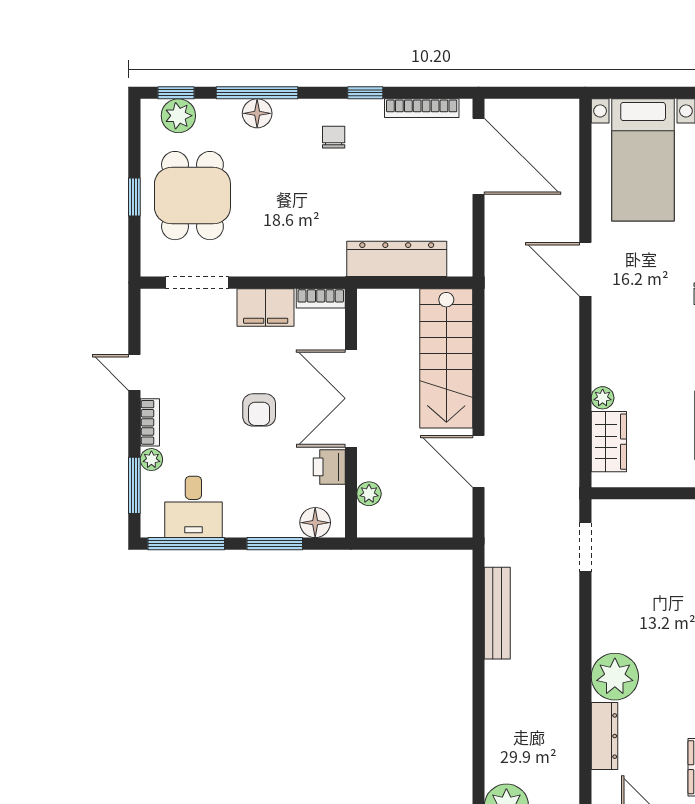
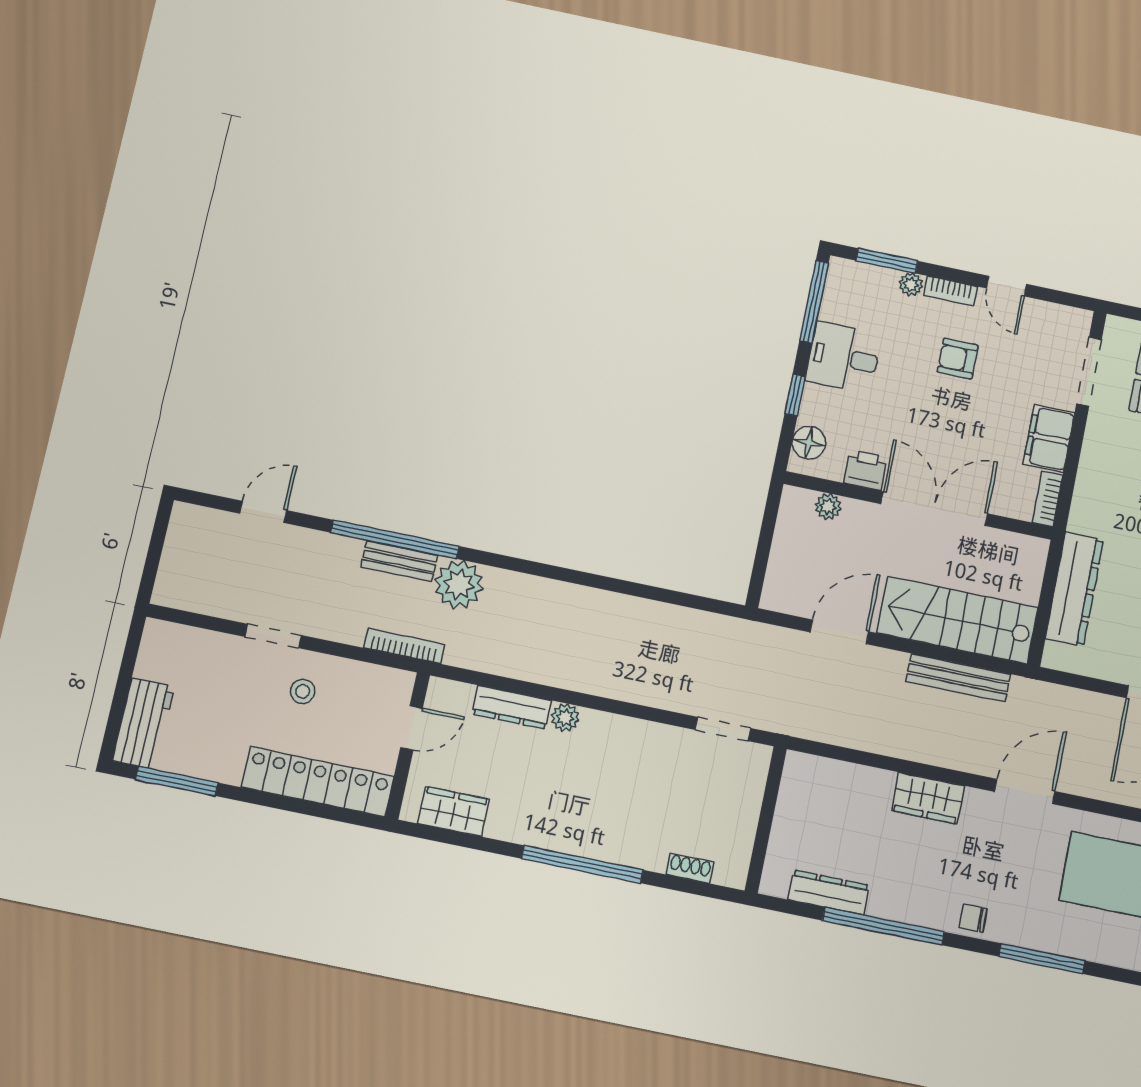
door: (134, 372) -> (1007, 286), swing flipped
plant: (603, 398) -> (882, 782), removed
armchair: (259, 410) -> (958, 359), moved
wardrobe: (609, 442) -> (928, 798), moved
desk: (193, 507) -> (844, 358), moved
window: (275, 544) -> (795, 395), width x0.67
bench: (497, 613) -> (958, 678), moved
plant: (615, 677) -> (565, 718), width x0.53, depth x0.53

